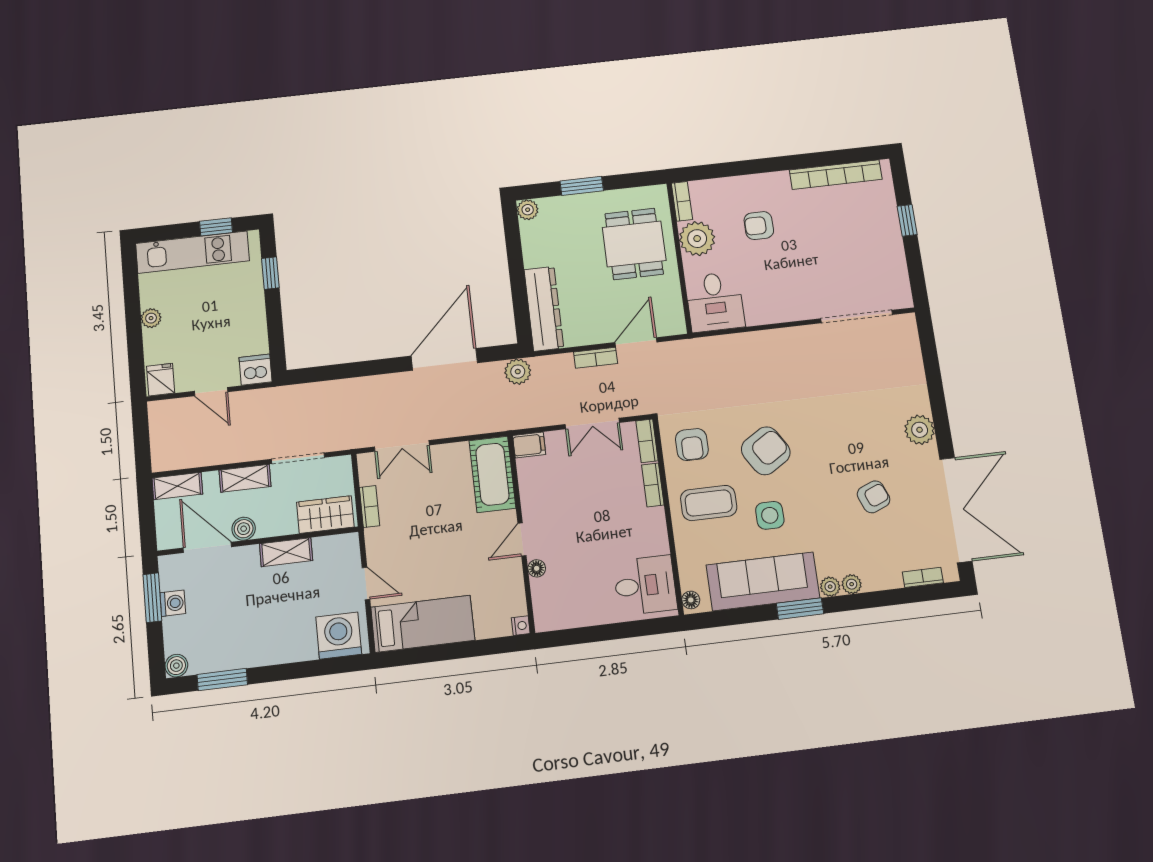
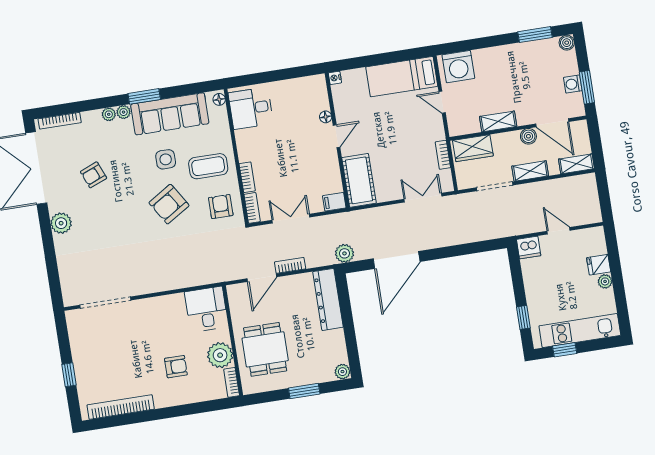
fridge: (161, 380) -> (599, 265), moved, turned 90
bookcase: (923, 577) -> (60, 121), width x1.56

